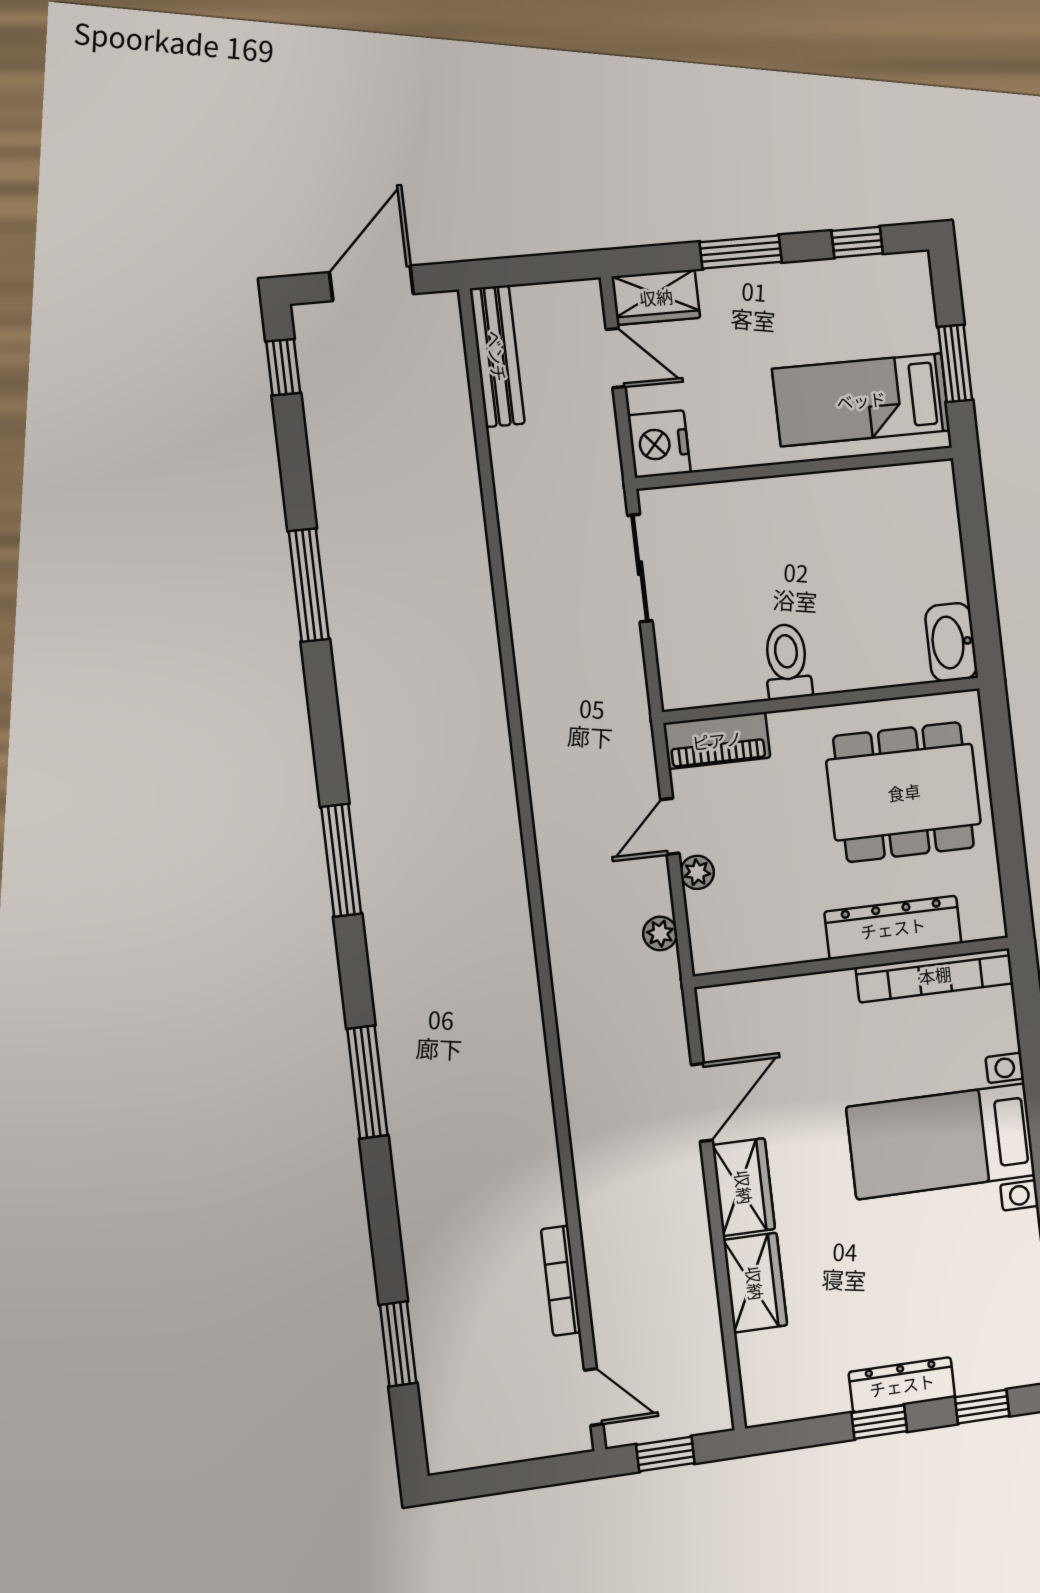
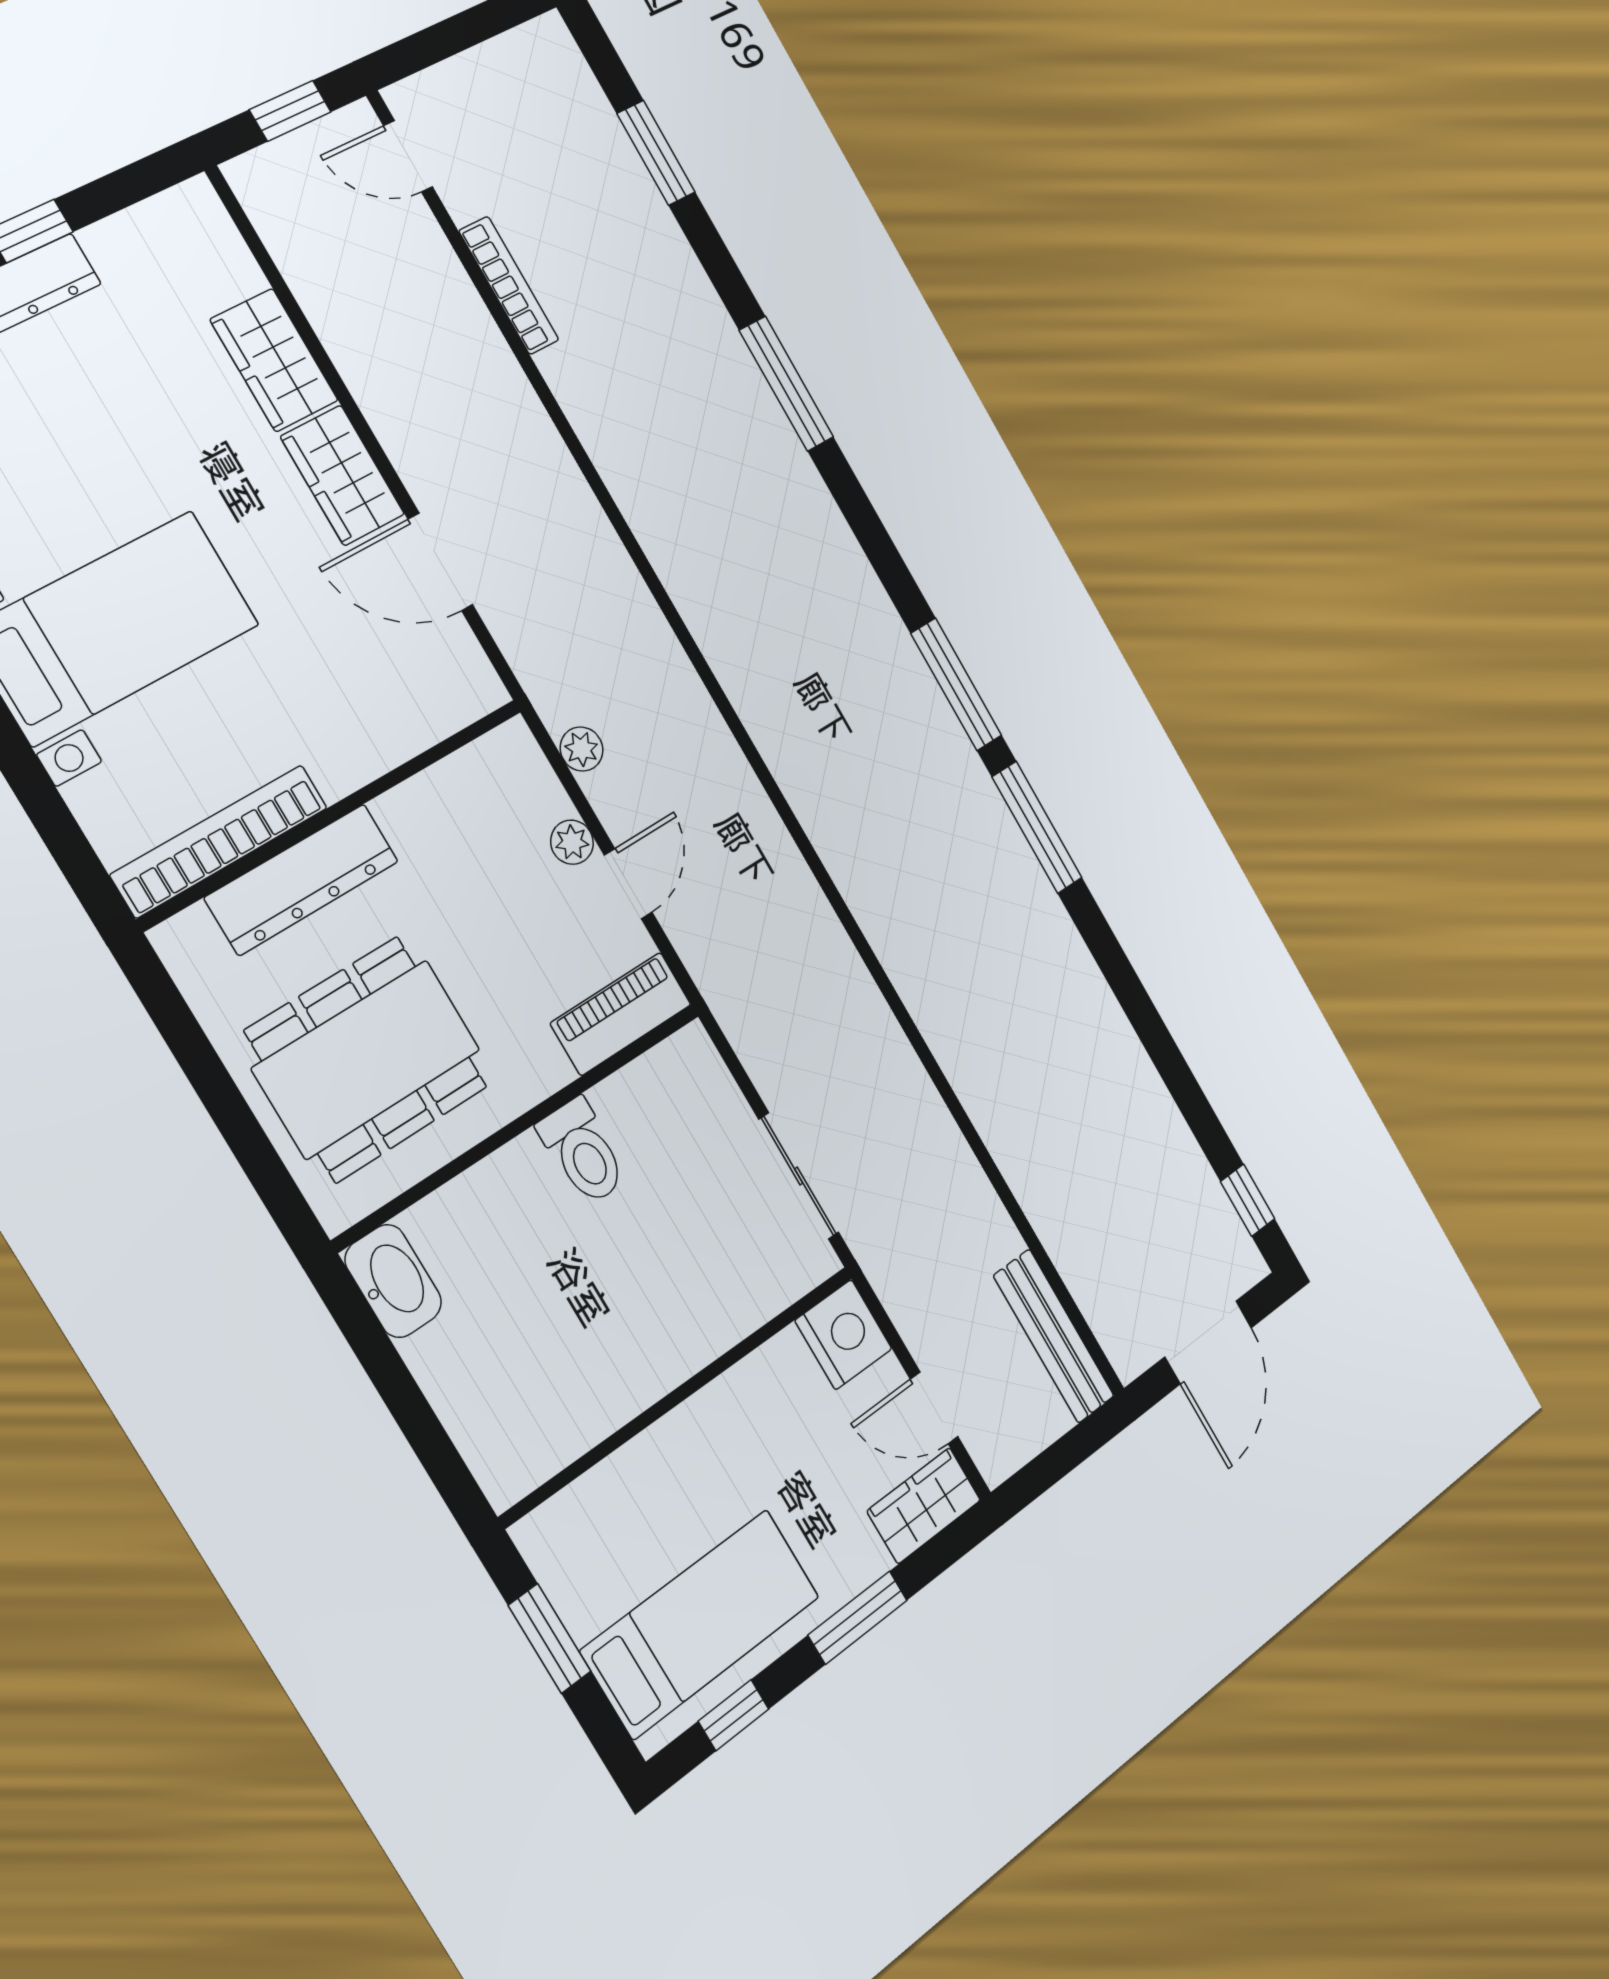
bed: (861, 400) -> (701, 1624), moved
window: (309, 585) -> (1037, 827), moved
window: (367, 1082) -> (786, 384), moved
door: (702, 1102) -> (440, 562), hinge flipped

